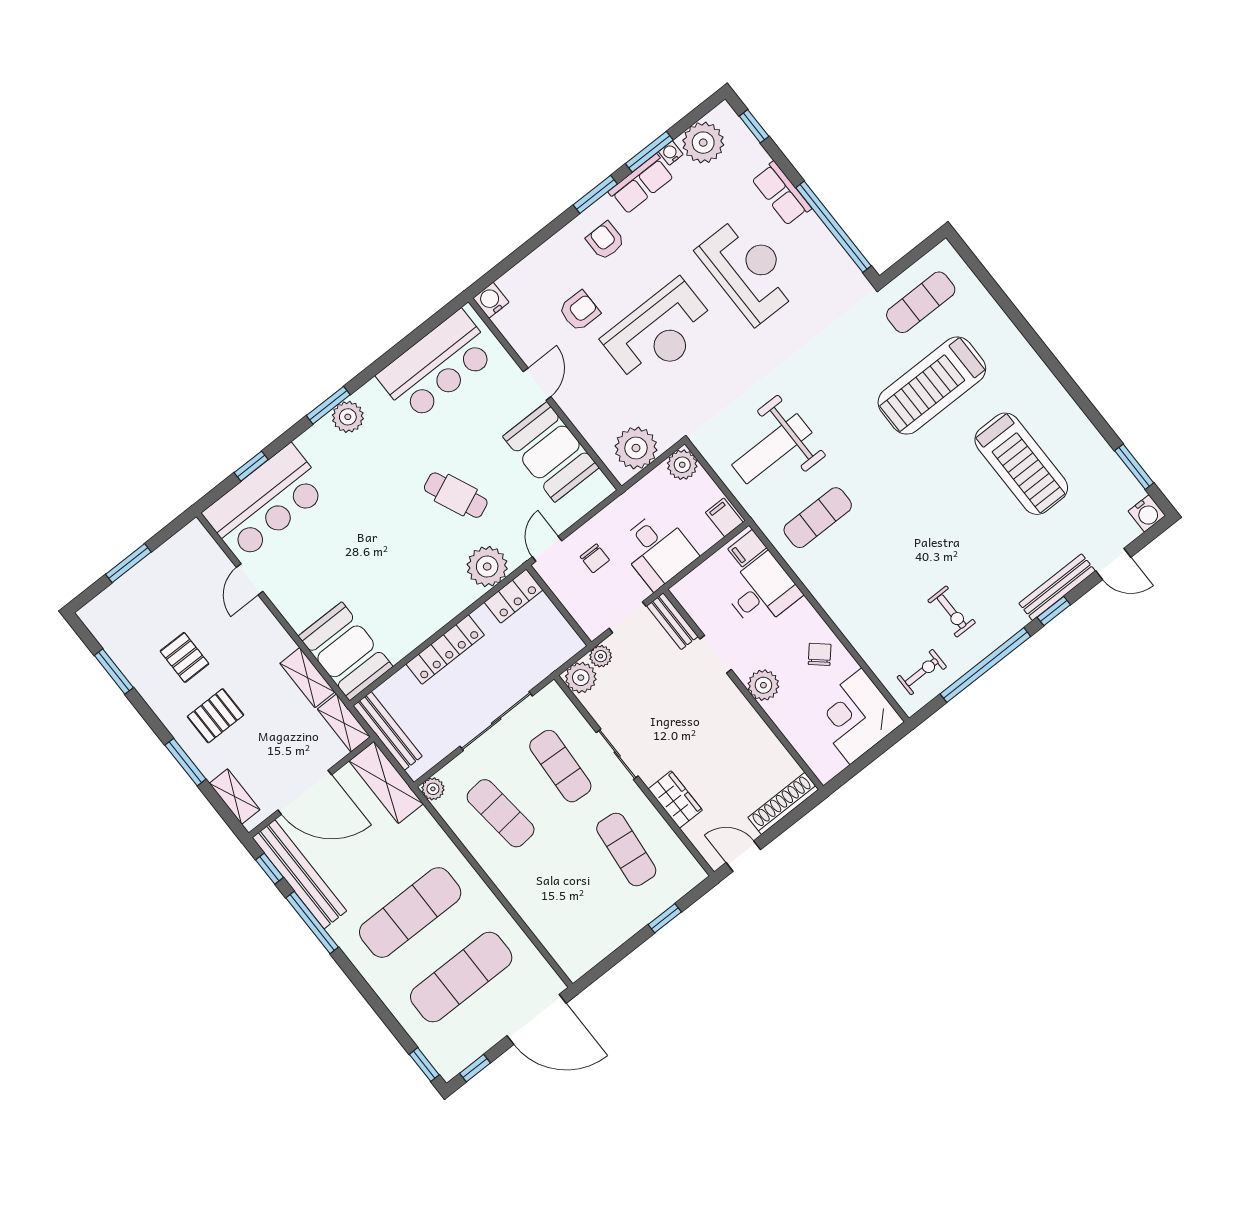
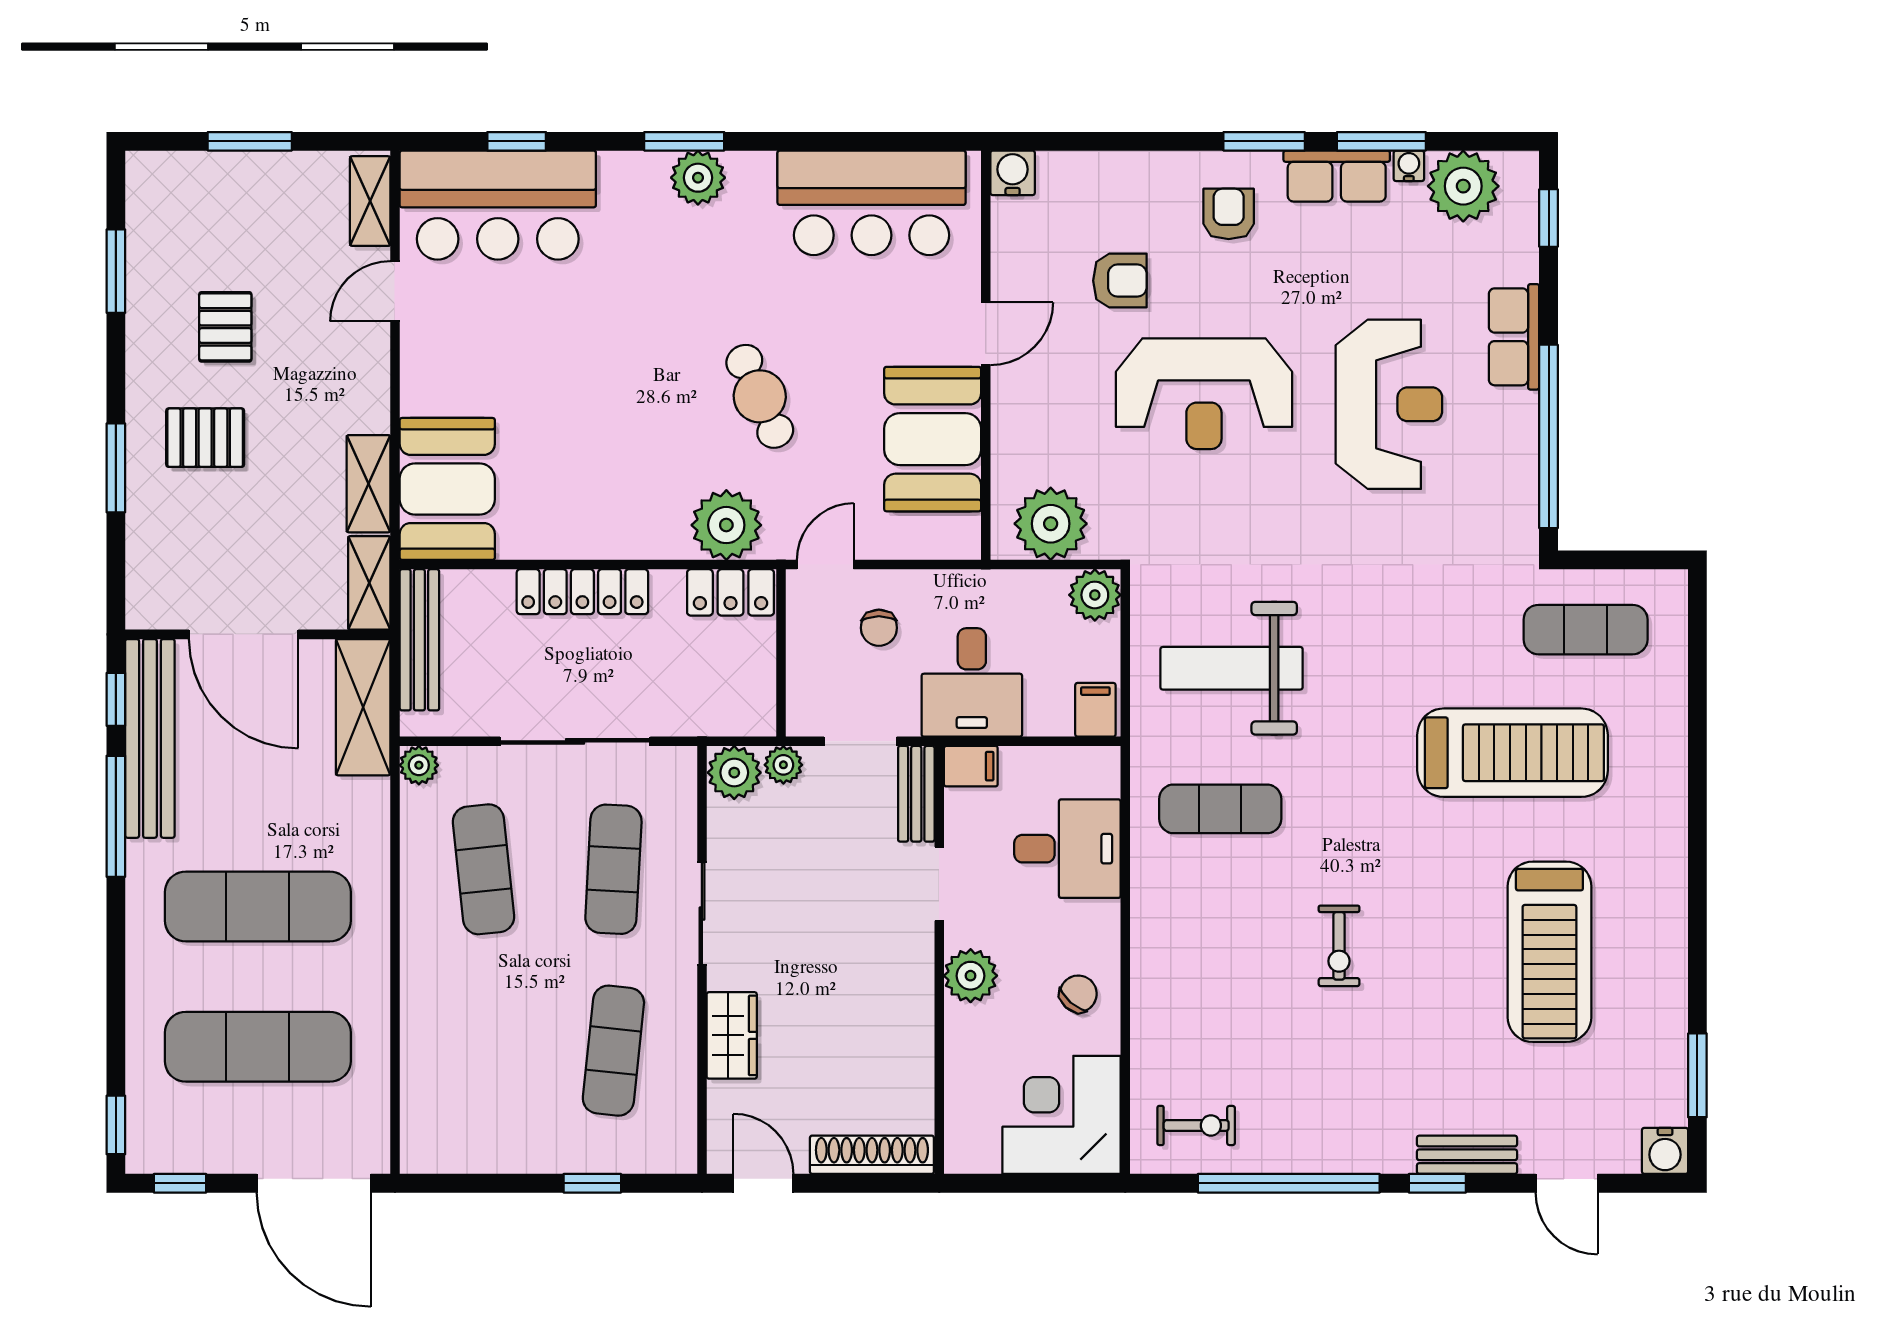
treadmill: (932, 386) -> (1513, 753), turned 180
filing cabinet: (747, 548) -> (971, 766), moved, turned 180
bench: (1057, 587) -> (1467, 1155), width x0.73
exercise bike: (952, 612) -> (1339, 946), moved
shelving: (235, 797) -> (370, 201), moved

